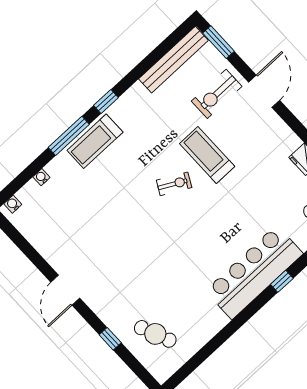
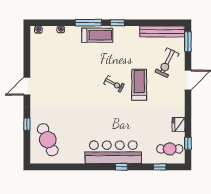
exercise bike: (217, 94) -> (167, 63), turned -64
treadmill: (95, 141) -> (97, 35), turned 180
cafe table: (155, 334) -> (48, 140), width x1.37, depth x1.35

